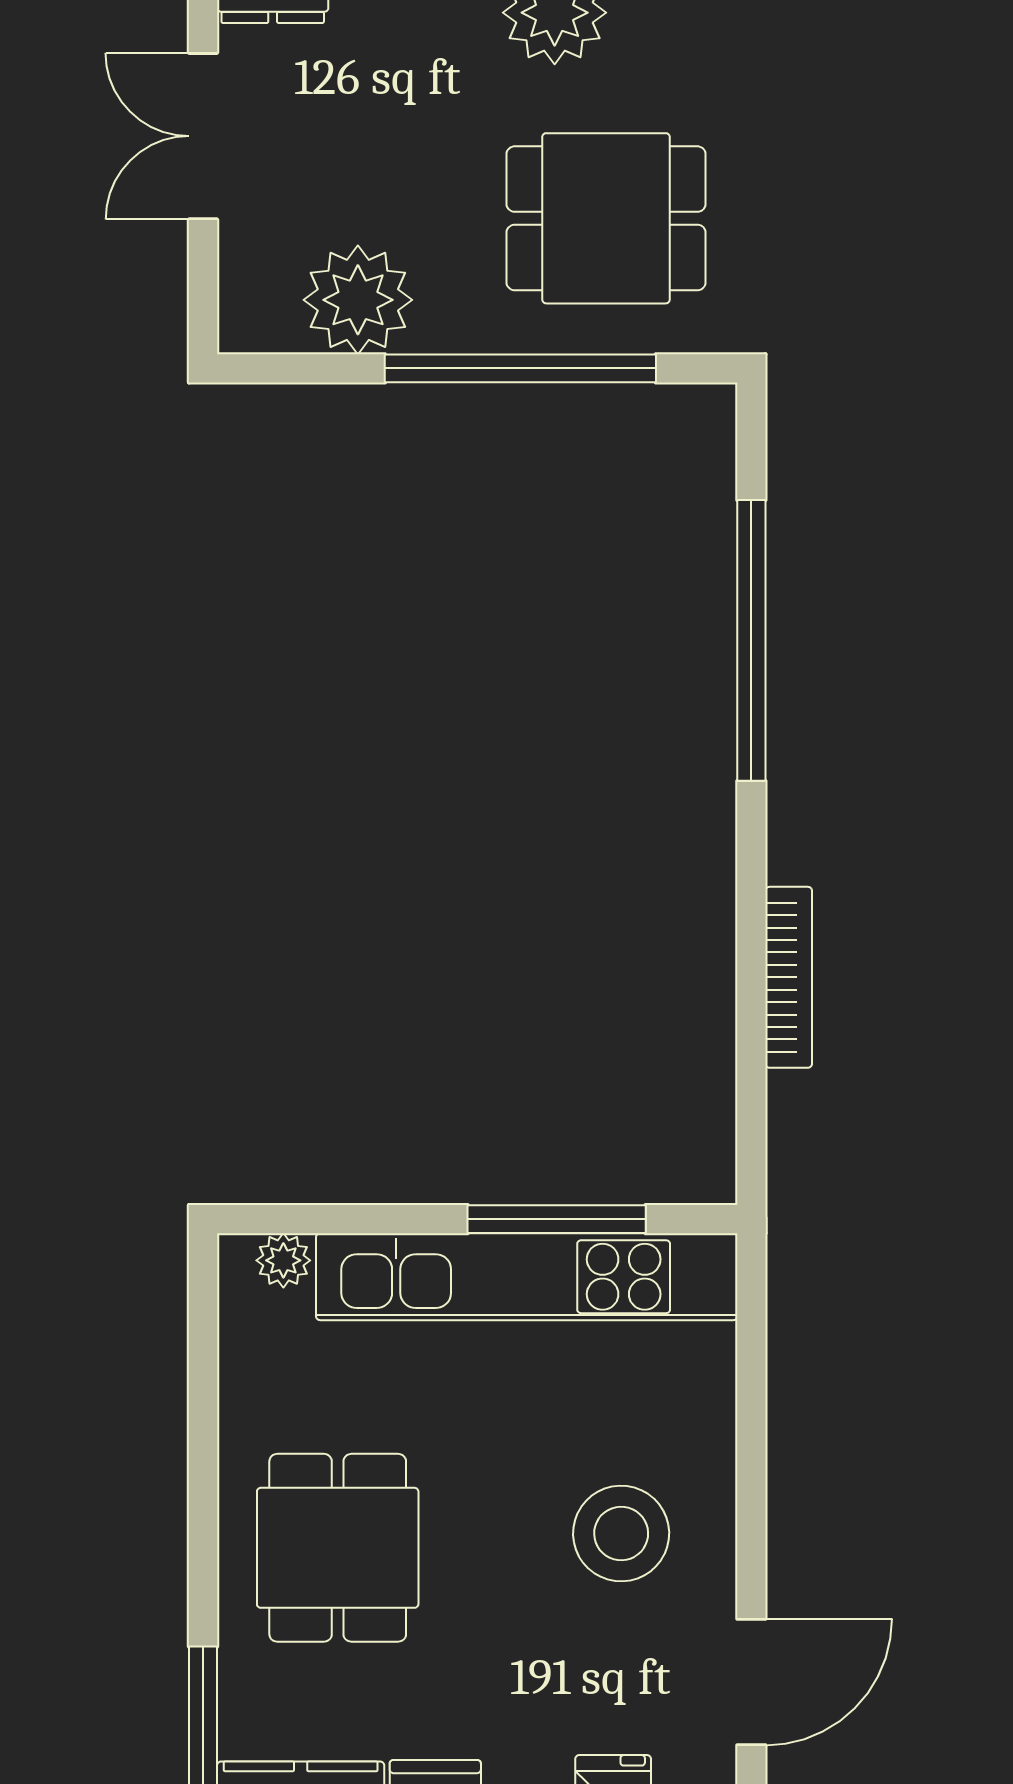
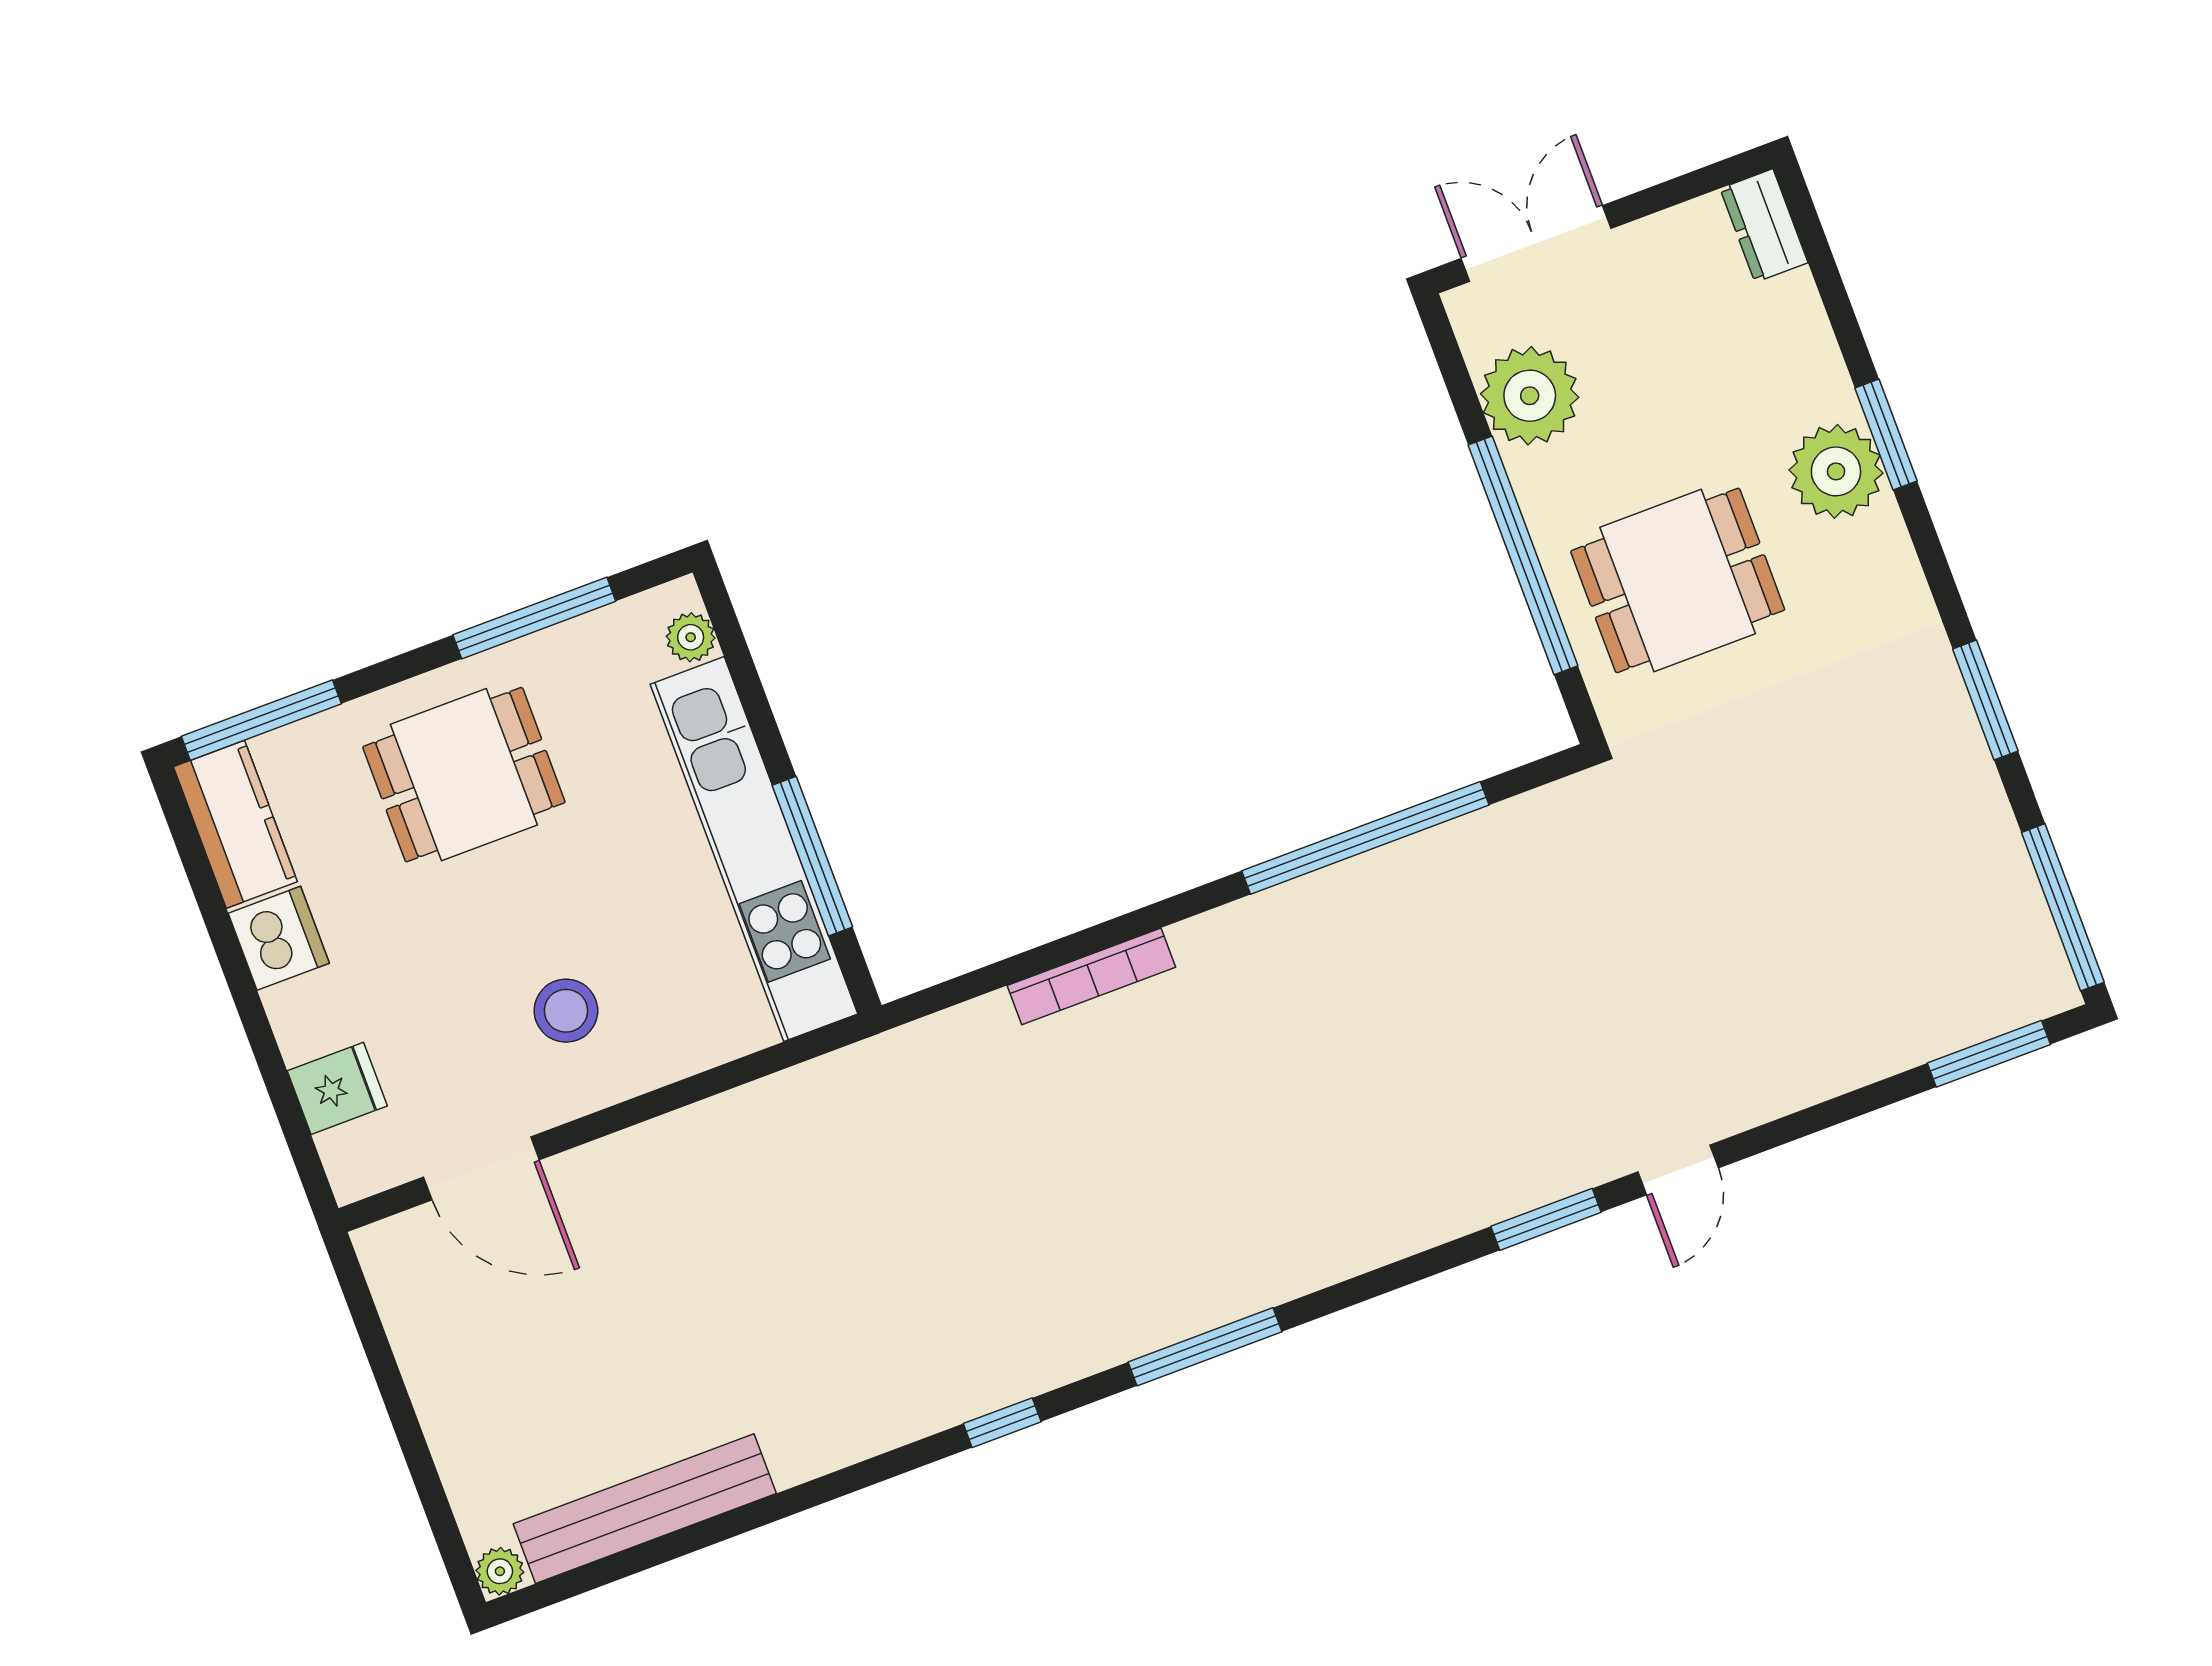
double door: (203, 136) -> (1536, 243), moved
dining table: (606, 218) -> (1678, 580), turned 90
window: (203, 1414) -> (534, 618), added
stool: (621, 1534) -> (566, 1011), width x0.73, depth x0.73

